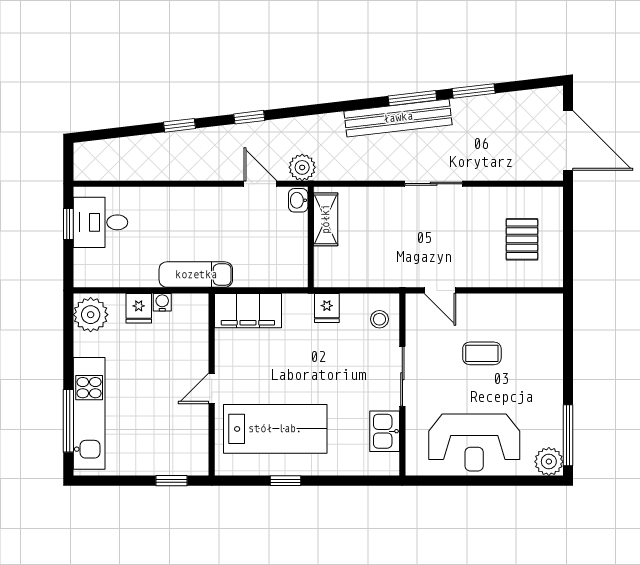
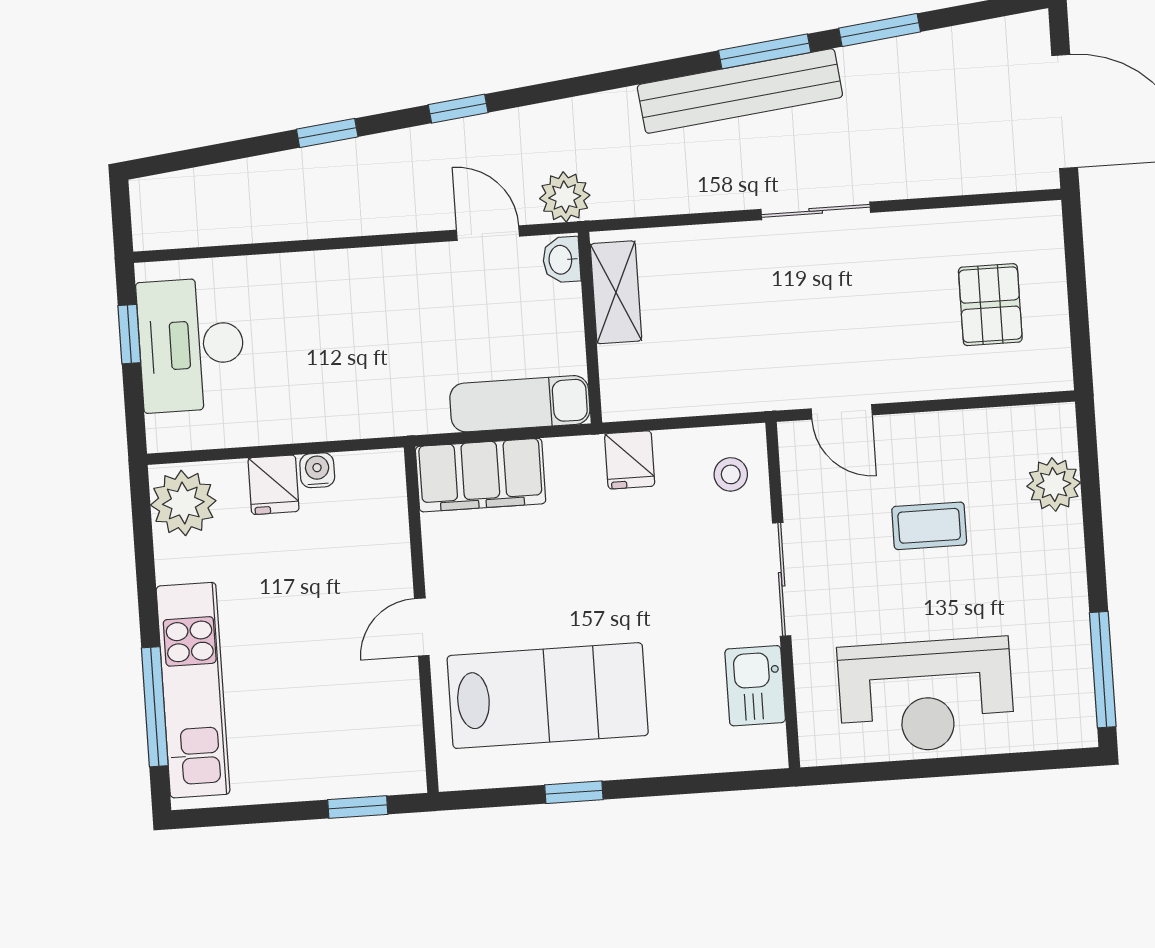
desk: (100, 222) -> (191, 345), width x1.37
exam couch: (196, 275) -> (520, 404), moved
plant: (549, 462) -> (1054, 485), moved

